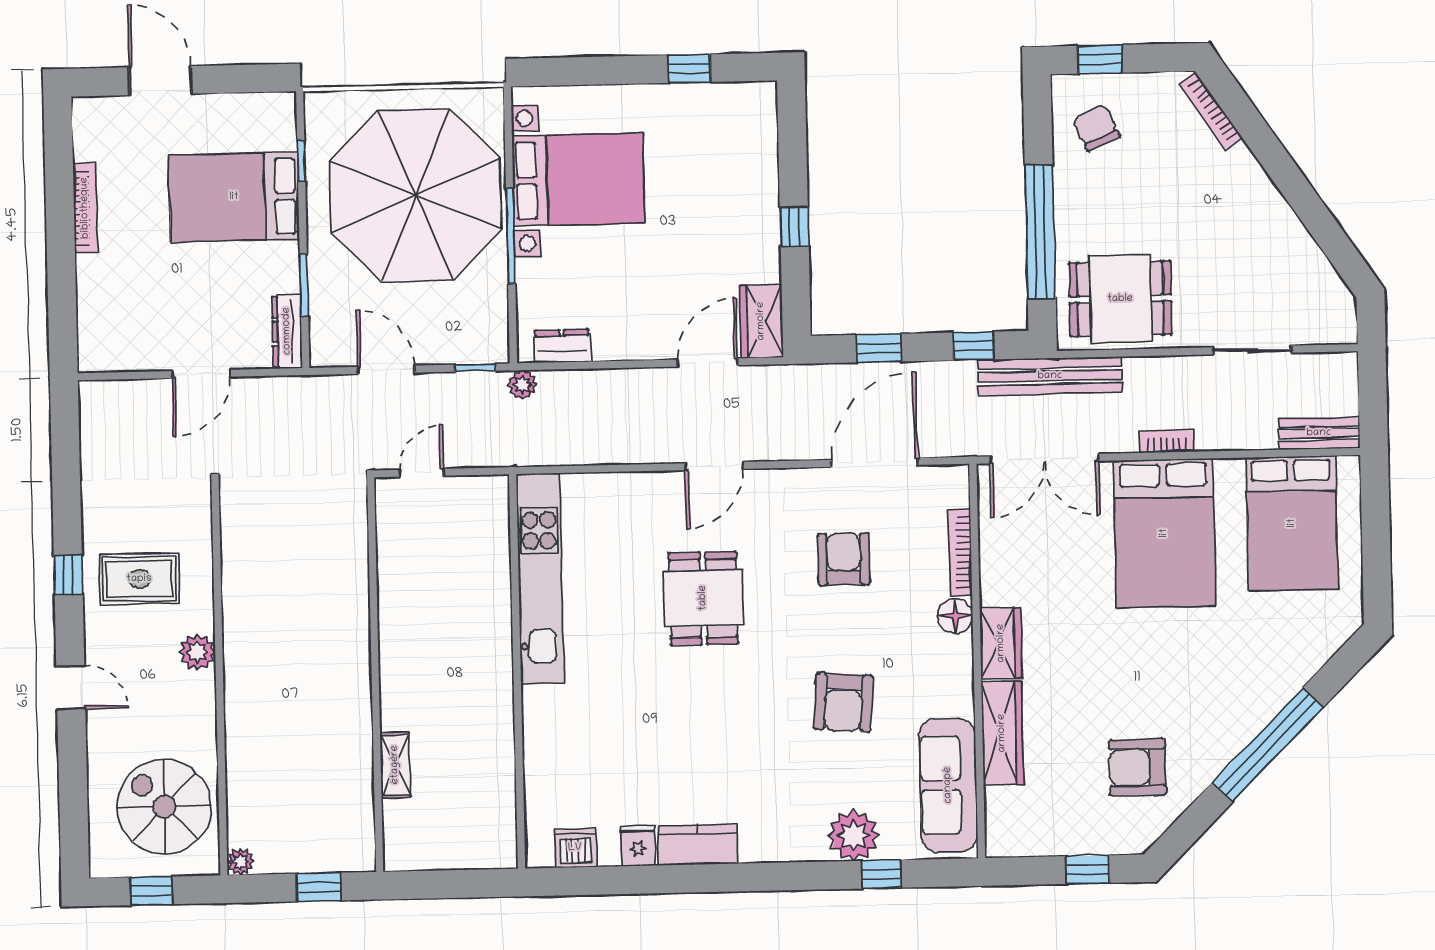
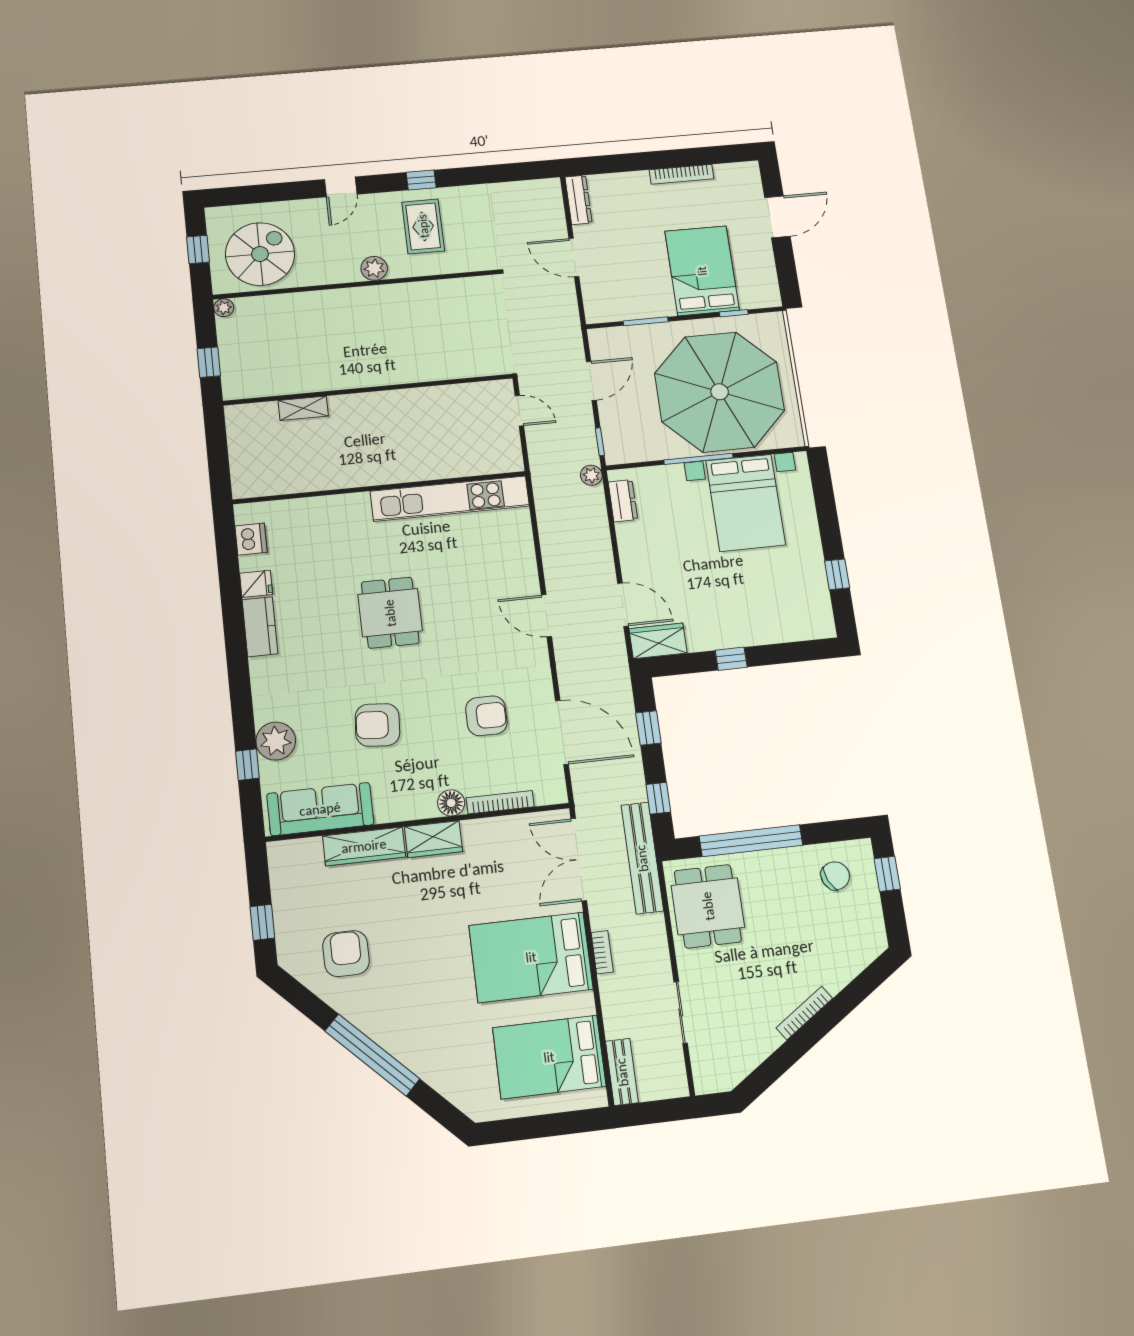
bookcase: (1211, 111) -> (804, 1013), moved
dresser: (287, 331) -> (579, 200), moved, turned 90
dining table: (703, 598) -> (390, 613), moved, turned 90

